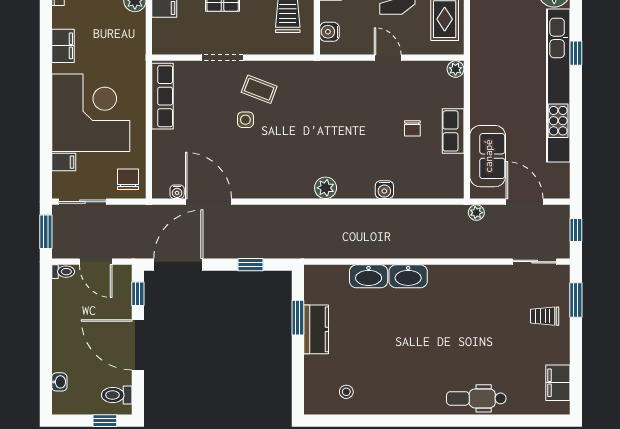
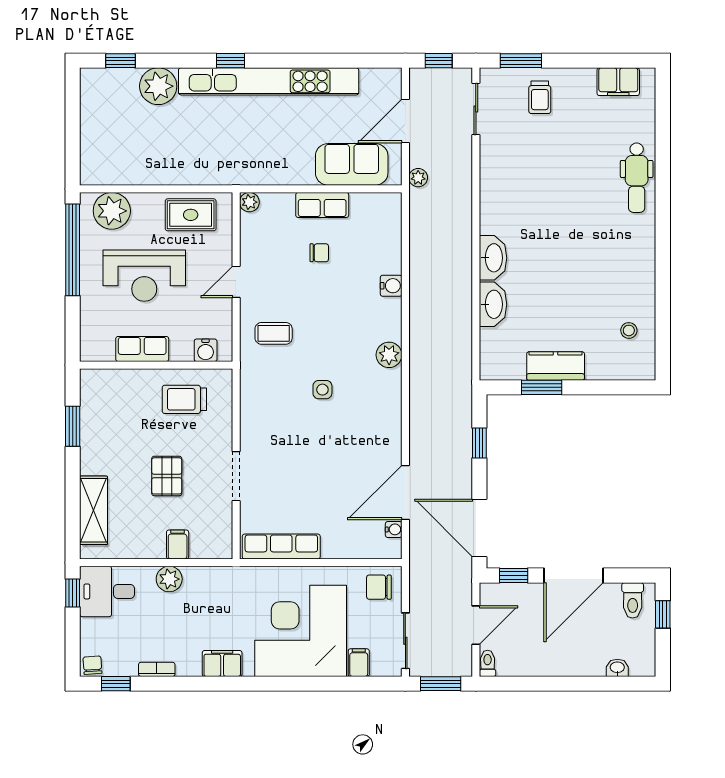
coffee table: (259, 89) -> (274, 333), moved, turned 69
side table: (245, 120) -> (322, 390), moved

